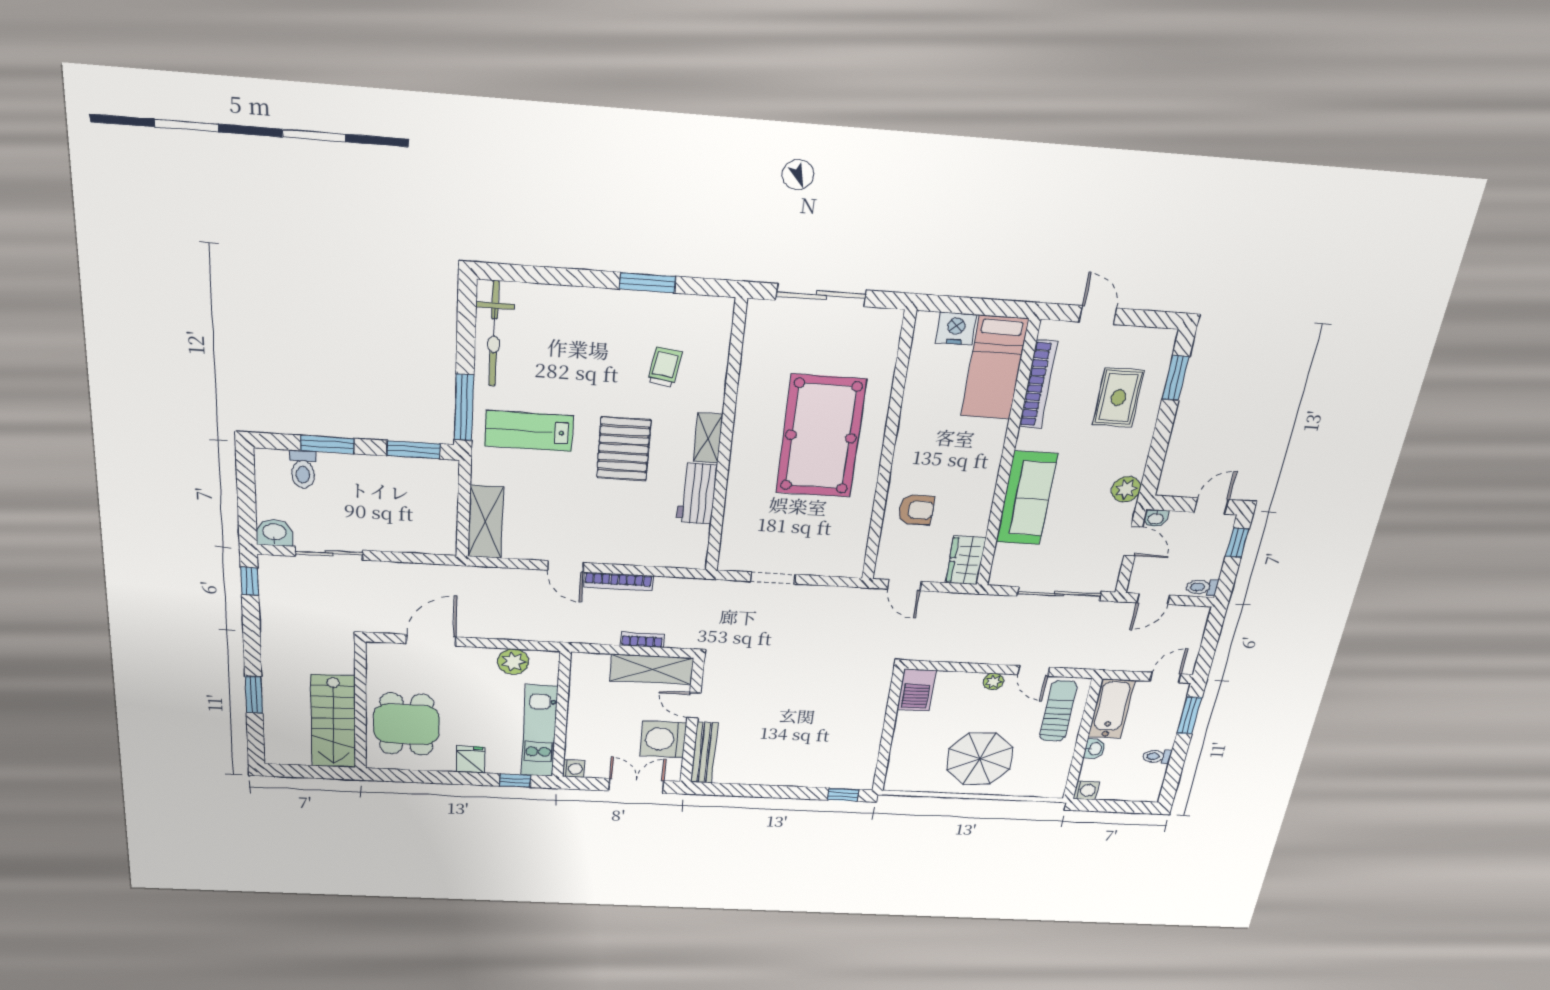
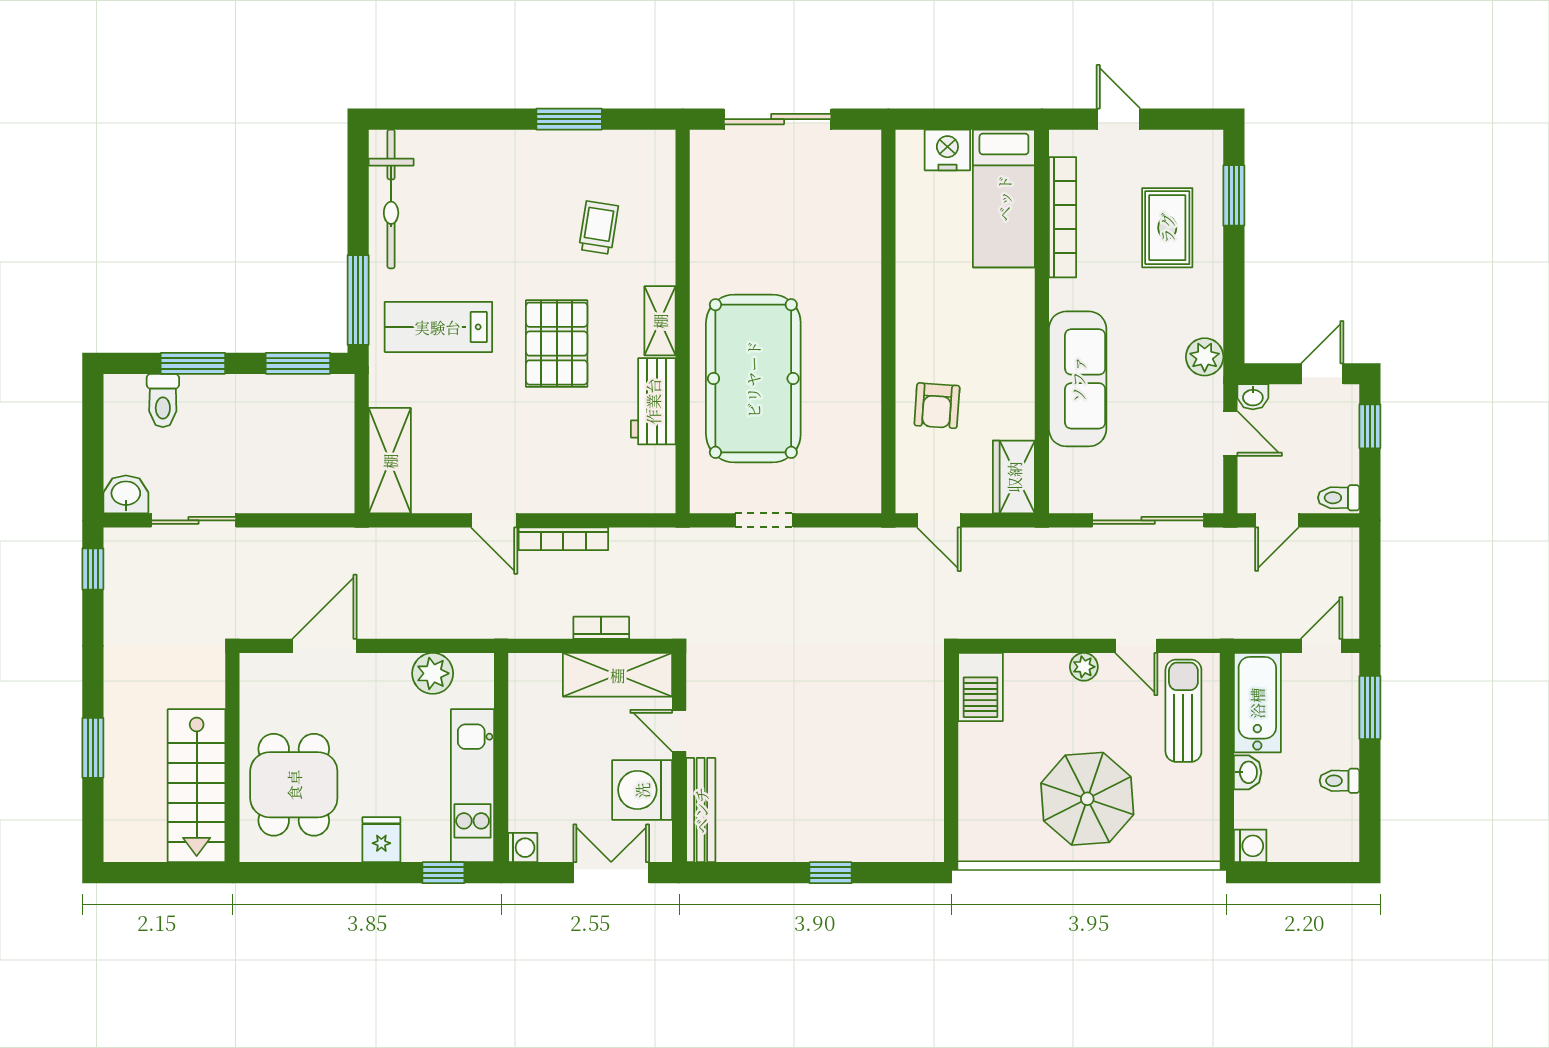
pool table: (821, 436) -> (753, 379), moved
armchair: (916, 510) -> (937, 406), turned 94
window: (843, 795) -> (831, 873), moved

